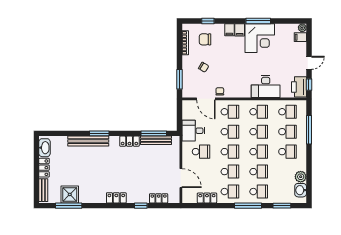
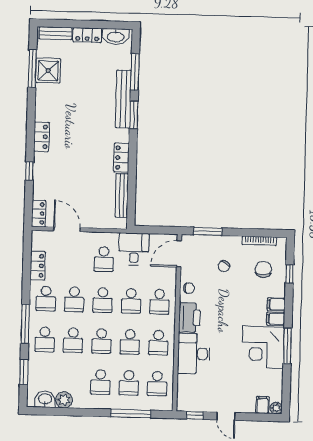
printer: (299, 87) -> (189, 318), moved, turned 90
door: (206, 99) -> (179, 254), moved
window: (154, 133) -> (135, 72), moved
door: (181, 178) -> (67, 229), swing flipped
locker: (159, 198) -> (39, 213), moved

